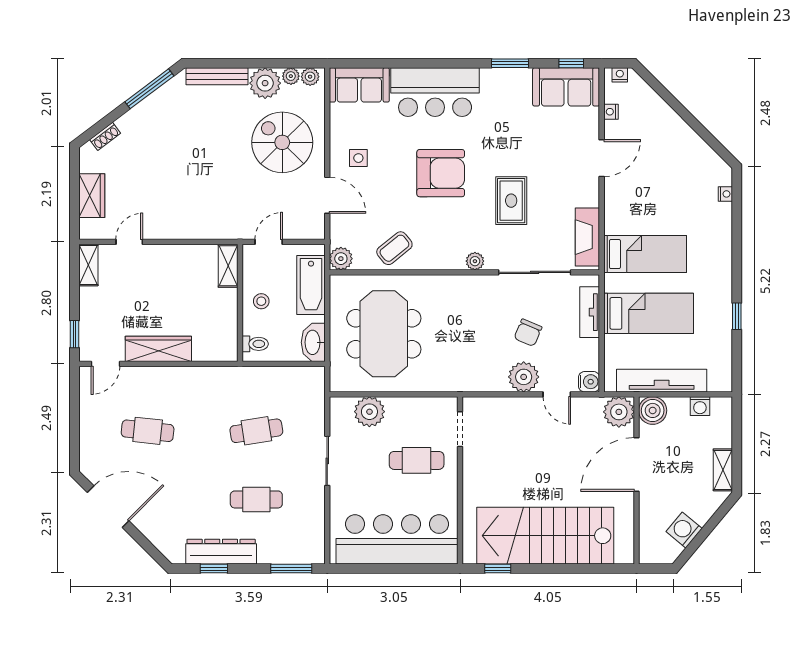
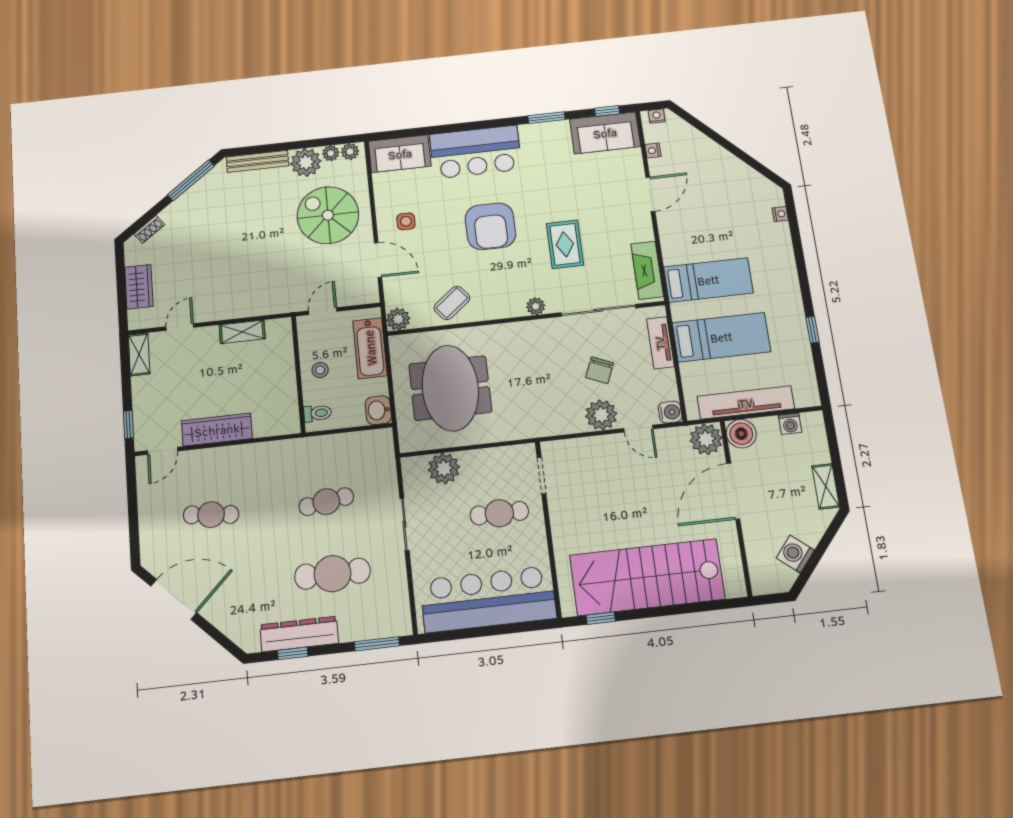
armchair: (441, 173) -> (490, 226), turned 90
shelving: (228, 266) -> (242, 332), moved, turned 90
washbasin: (313, 342) -> (378, 410), width x0.72
cafe table: (256, 499) -> (333, 574), width x1.37, depth x1.35

